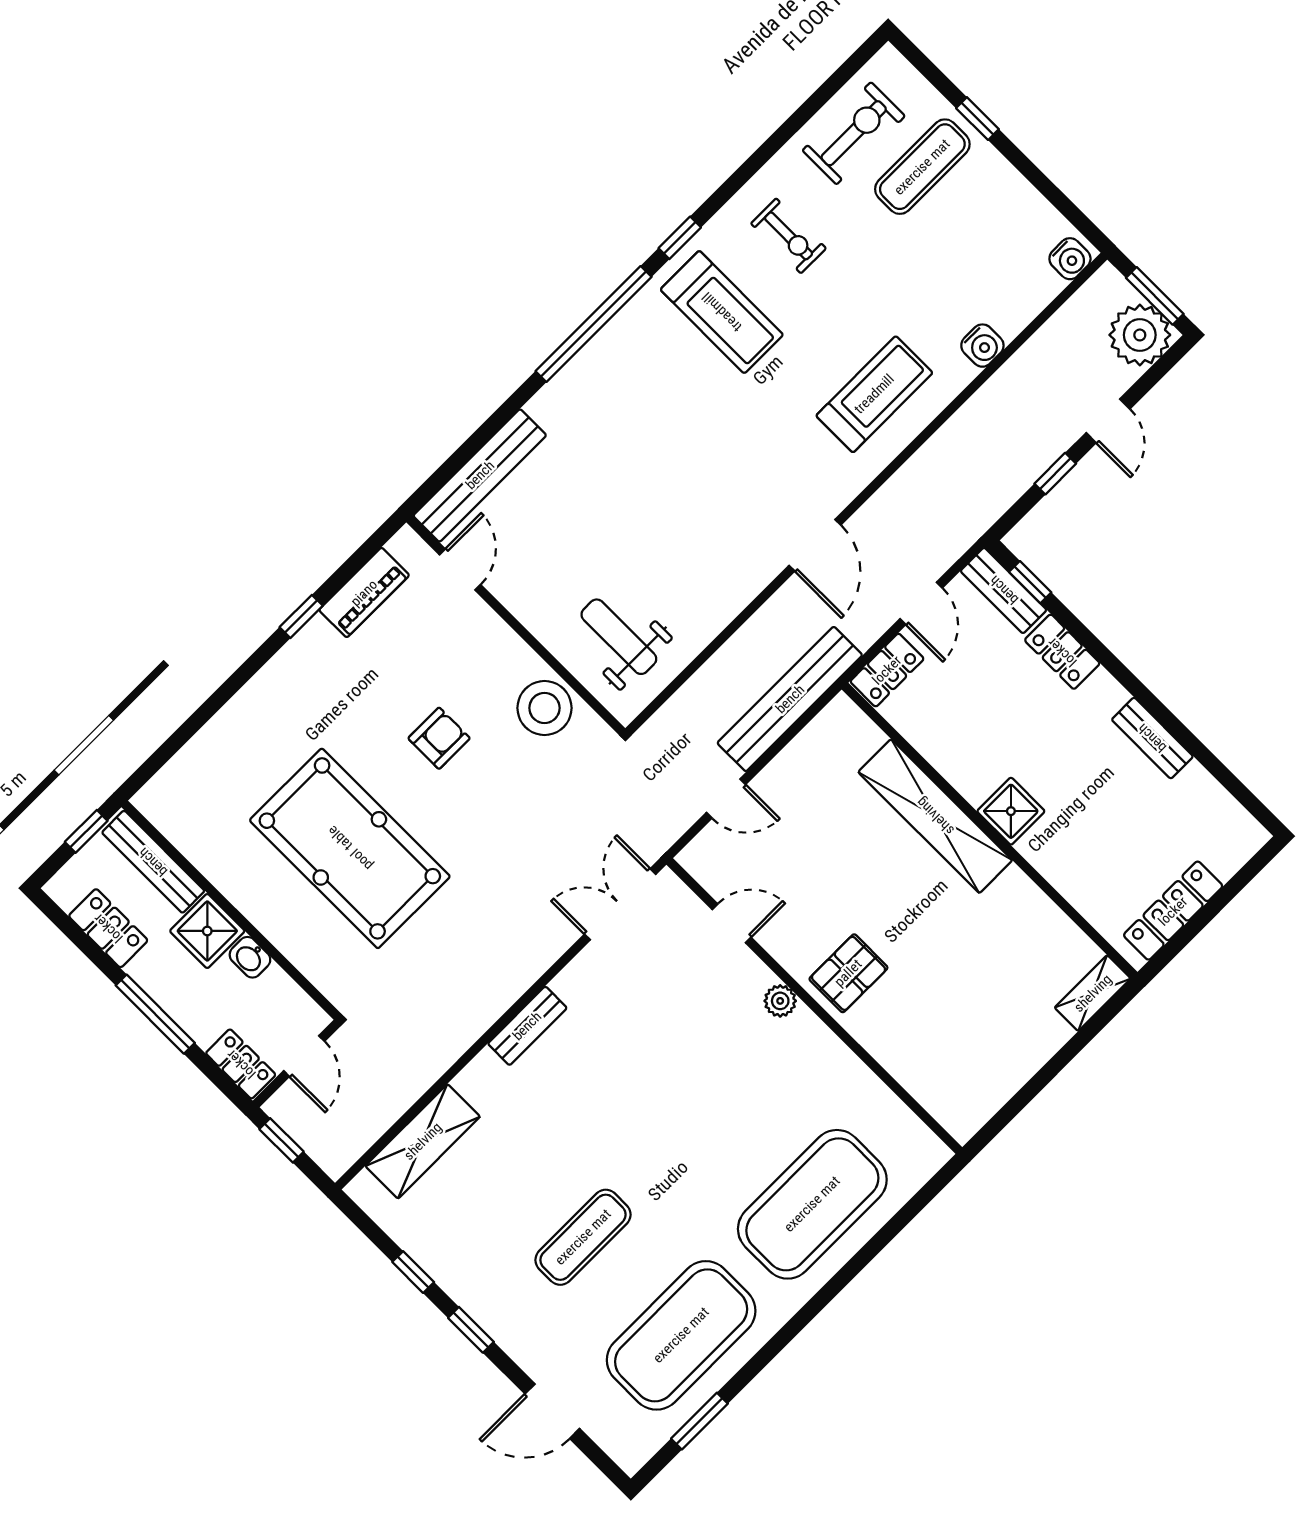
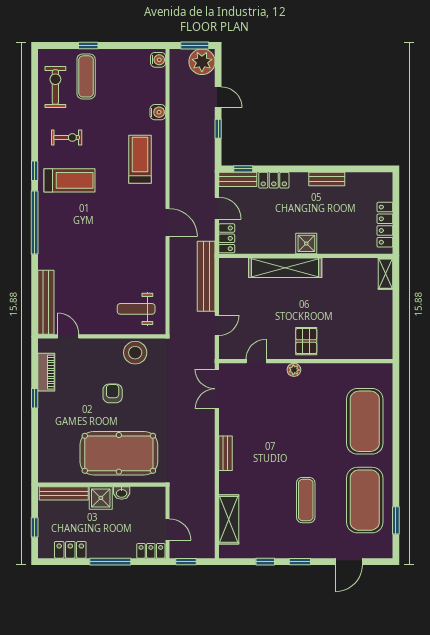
bench: (153, 862) -> (64, 493), moved
wall: (231, 910) -> (102, 485), moved
shower: (207, 931) -> (101, 498), moved
washbasin: (250, 957) -> (122, 493), moved

